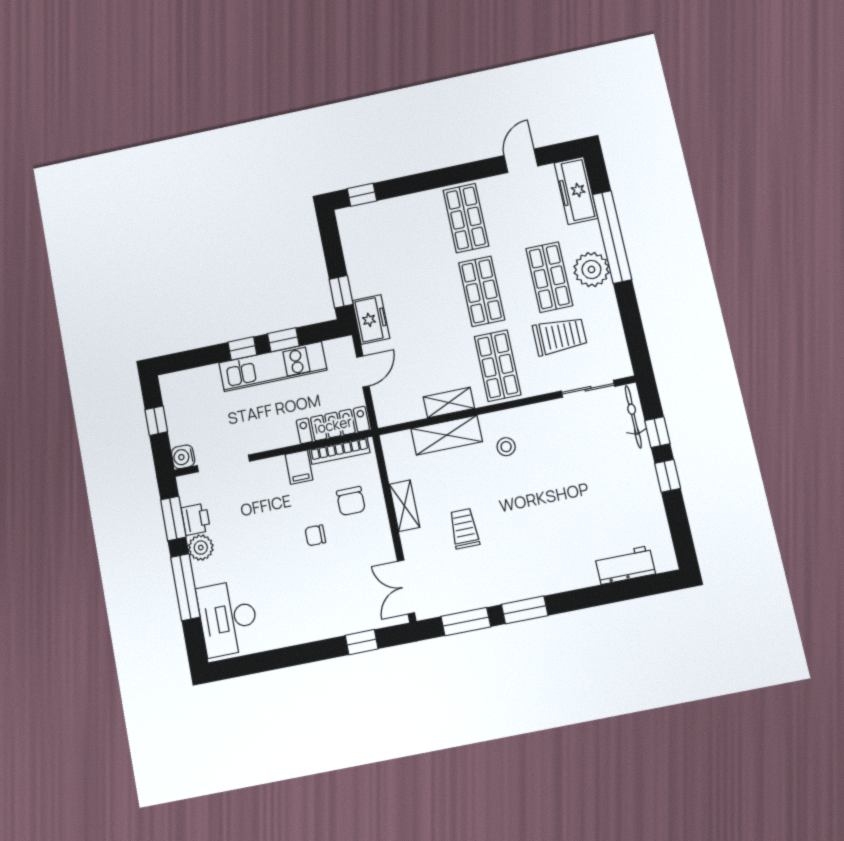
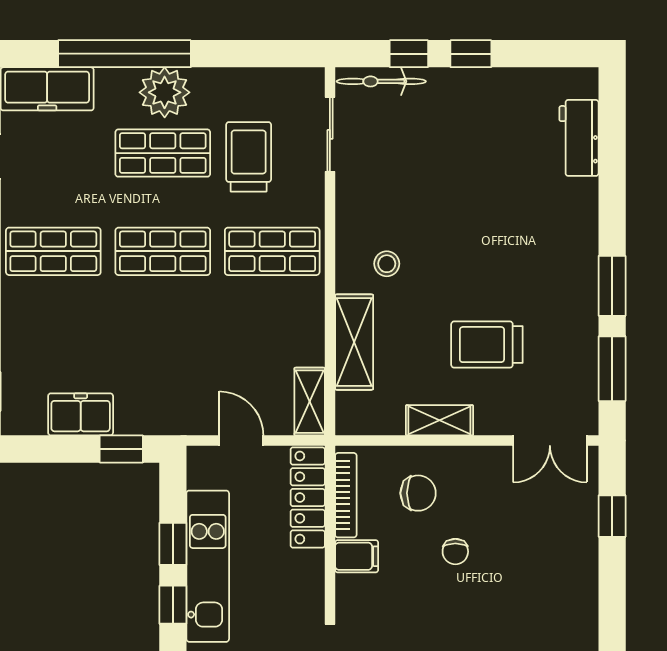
freezer: (371, 319) -> (81, 414), moved
shelving: (449, 403) -> (310, 402), moved
trolley: (464, 529) -> (487, 345), width x1.36, depth x1.39

